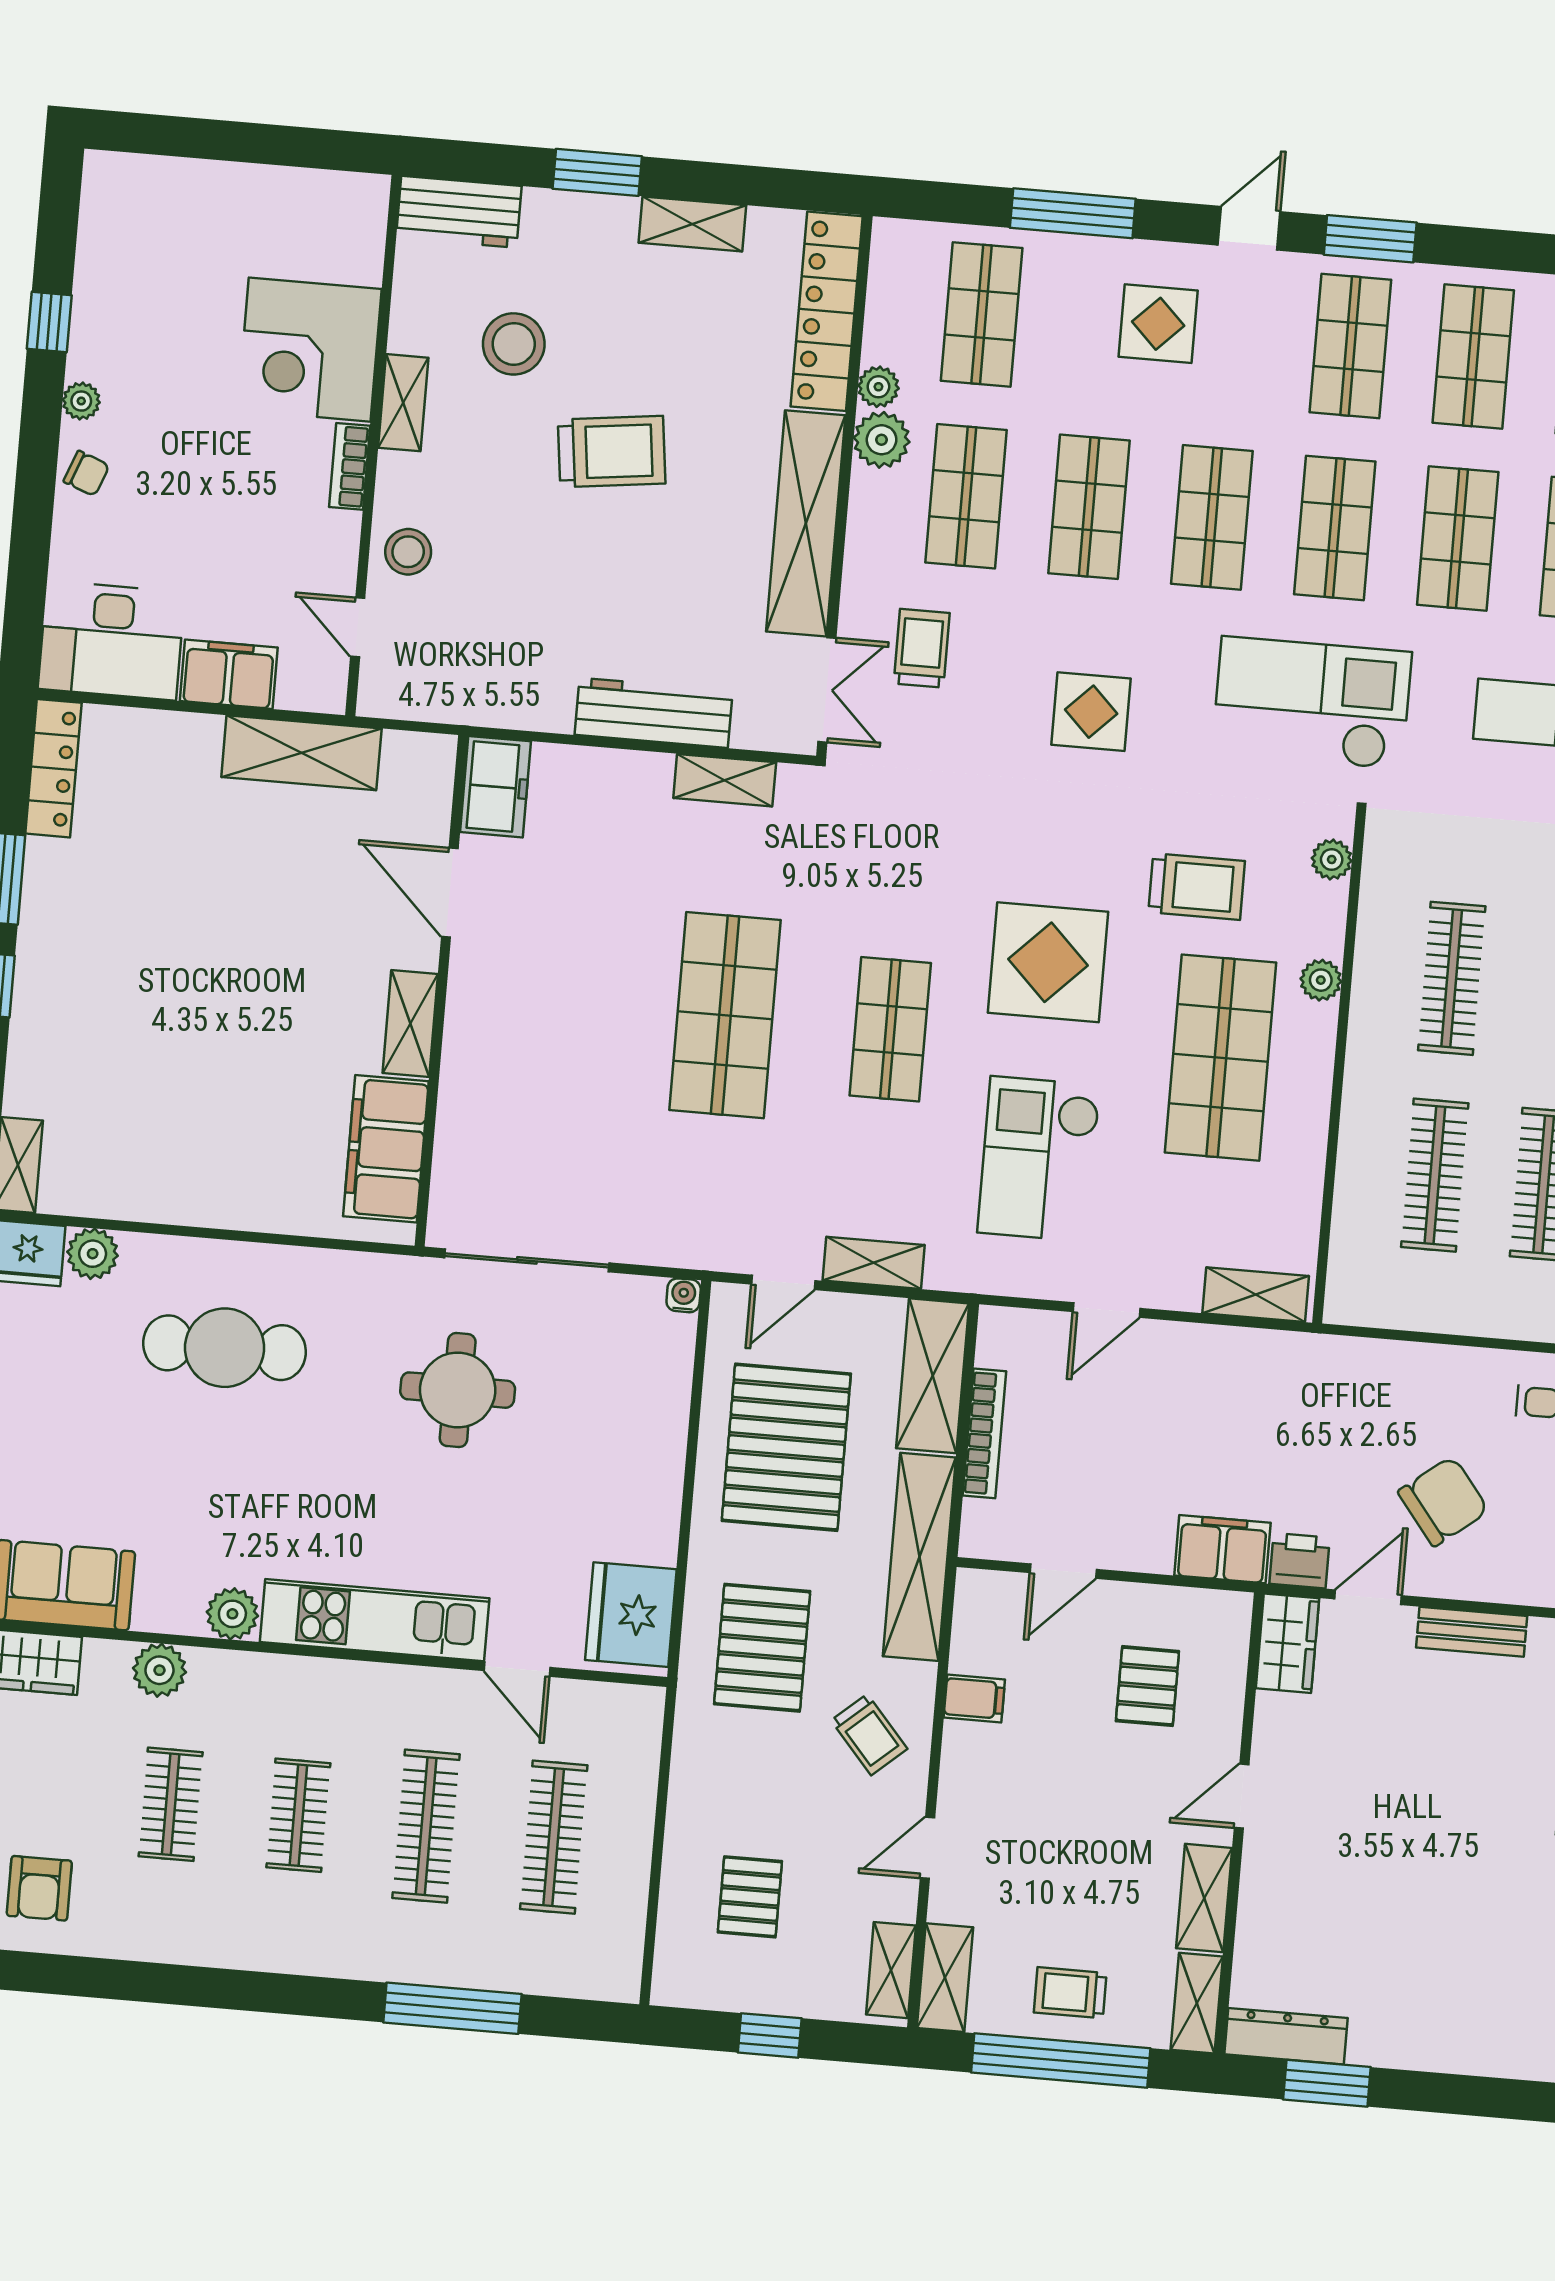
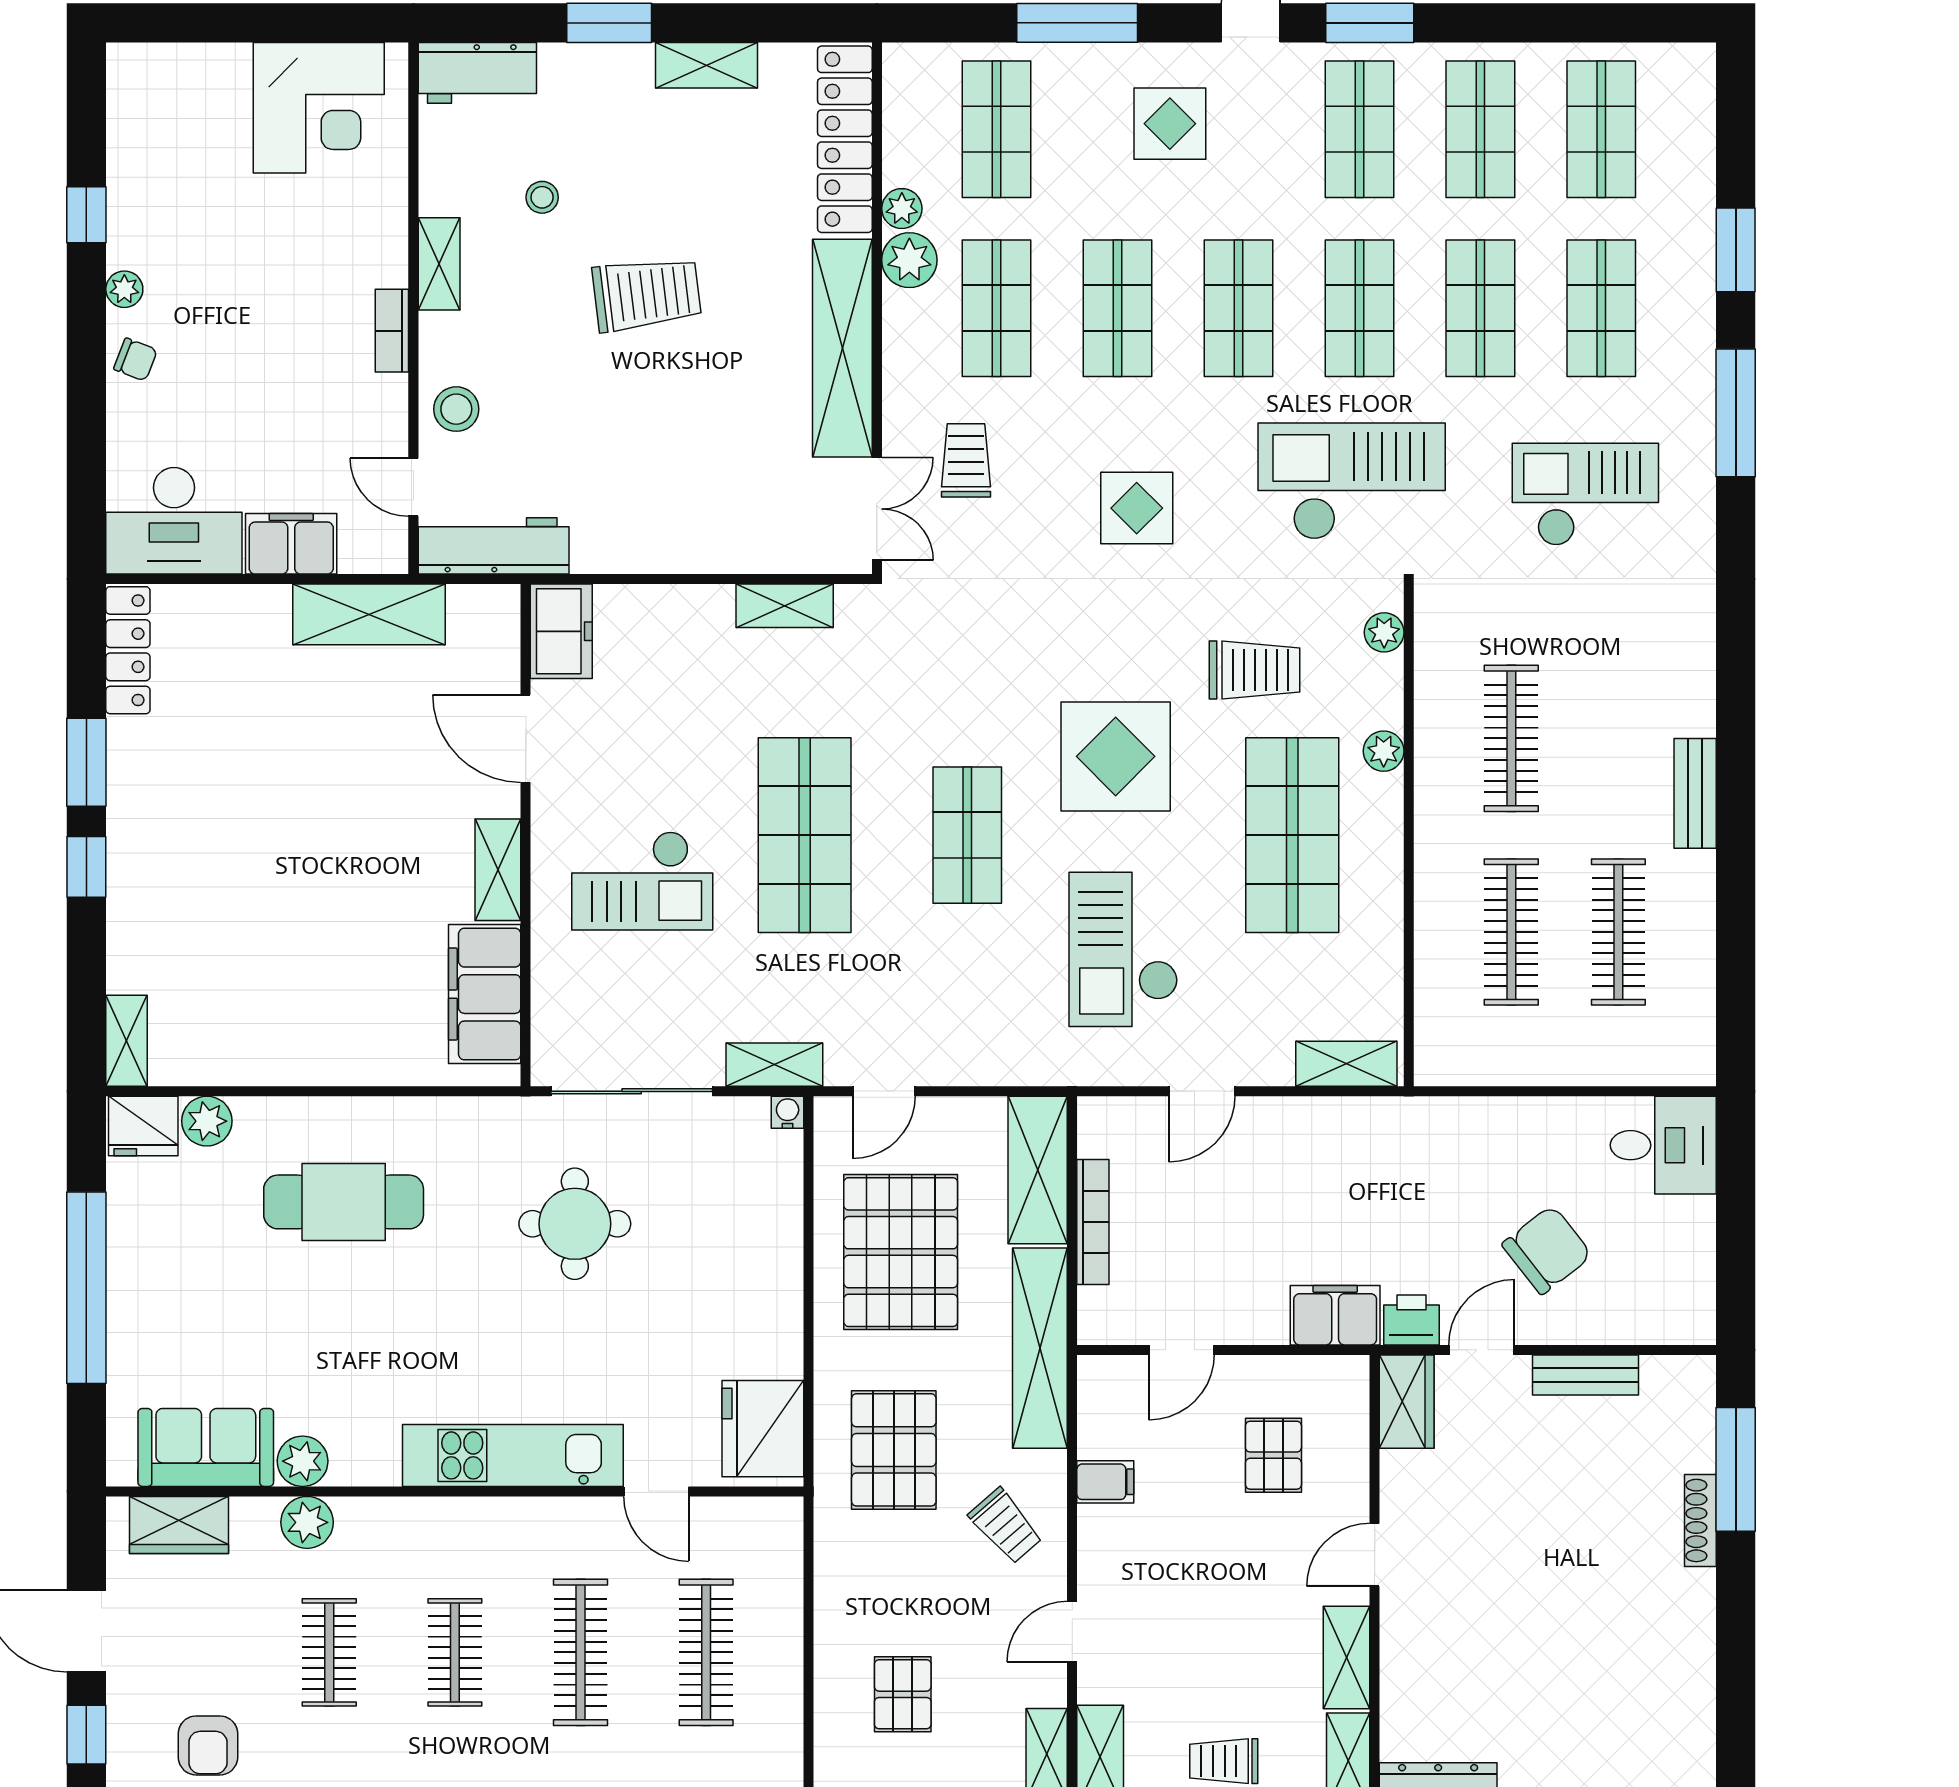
stool: (514, 344) -> (542, 197), width x0.53, depth x0.53
corner desk: (310, 350) -> (319, 108), moved, turned -90
workbench: (654, 713) -> (494, 546), moved
checkout: (556, 1047) -> (642, 881), added
shelving: (874, 1263) -> (774, 1065), moved
plant: (232, 1614) -> (303, 1461), moved

